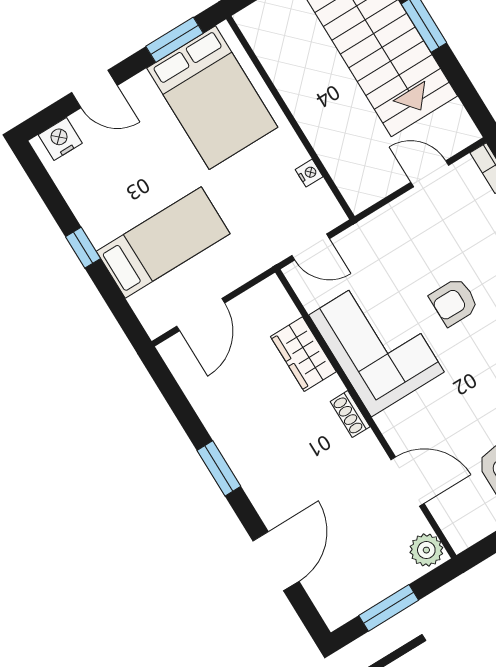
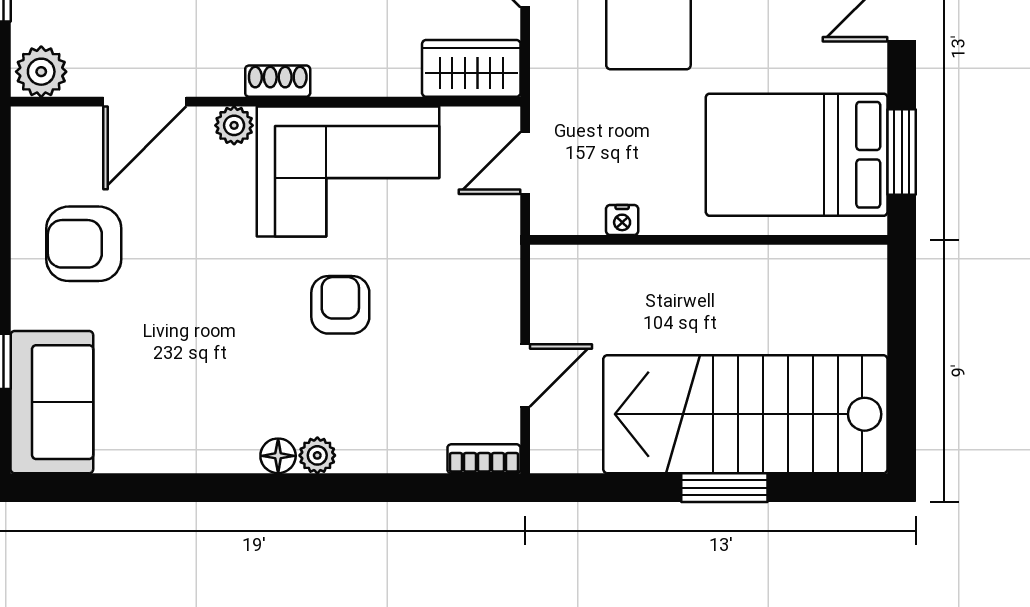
wardrobe: (303, 354) -> (471, 68), moved
plant: (390, 423) -> (234, 125), added

